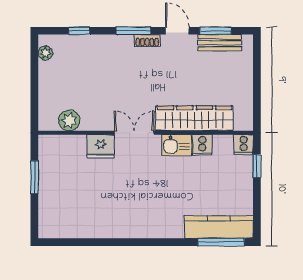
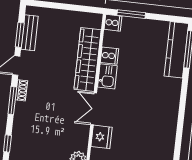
window: (257, 166) -> (131, 14), width x1.50

